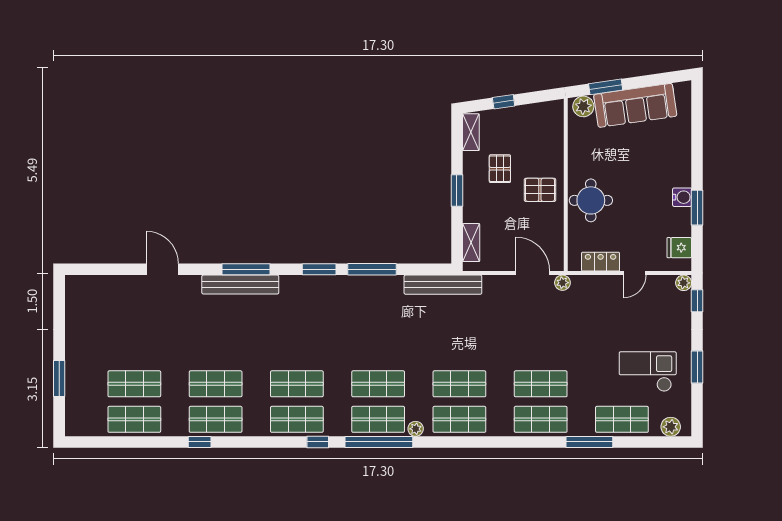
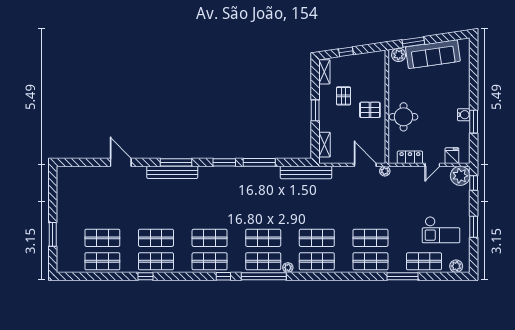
fridge: (679, 248) -> (452, 156), moved, turned 90
plant: (684, 283) -> (460, 176), width x1.88, depth x1.88
checkout: (648, 372) -> (441, 230), turned 180

